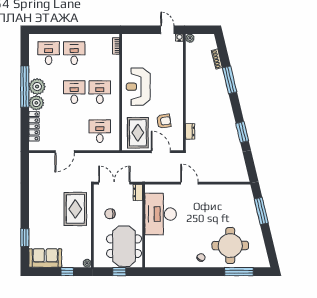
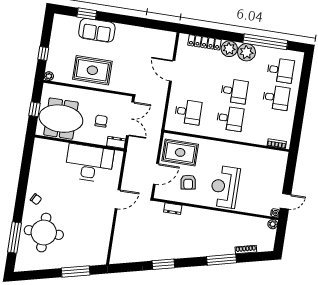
window: (25, 87) -> (265, 42), moved
reception desk: (138, 87) -> (225, 187), moved, turned -90
rug: (75, 209) -> (92, 70), moved
chair: (110, 214) -> (101, 121), moved
sofa: (45, 258) -> (97, 30), moved, turned 90

